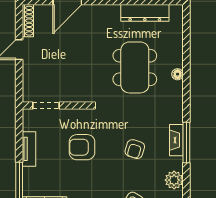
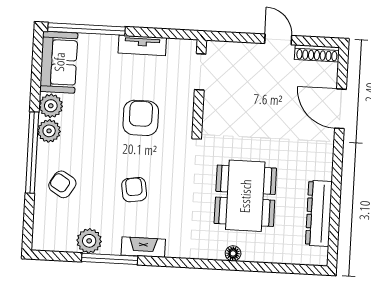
dining table: (135, 67) -> (245, 196), turned 90
window: (186, 142) -> (110, 259), moved
armchair: (135, 149) -> (134, 190), turned 64

